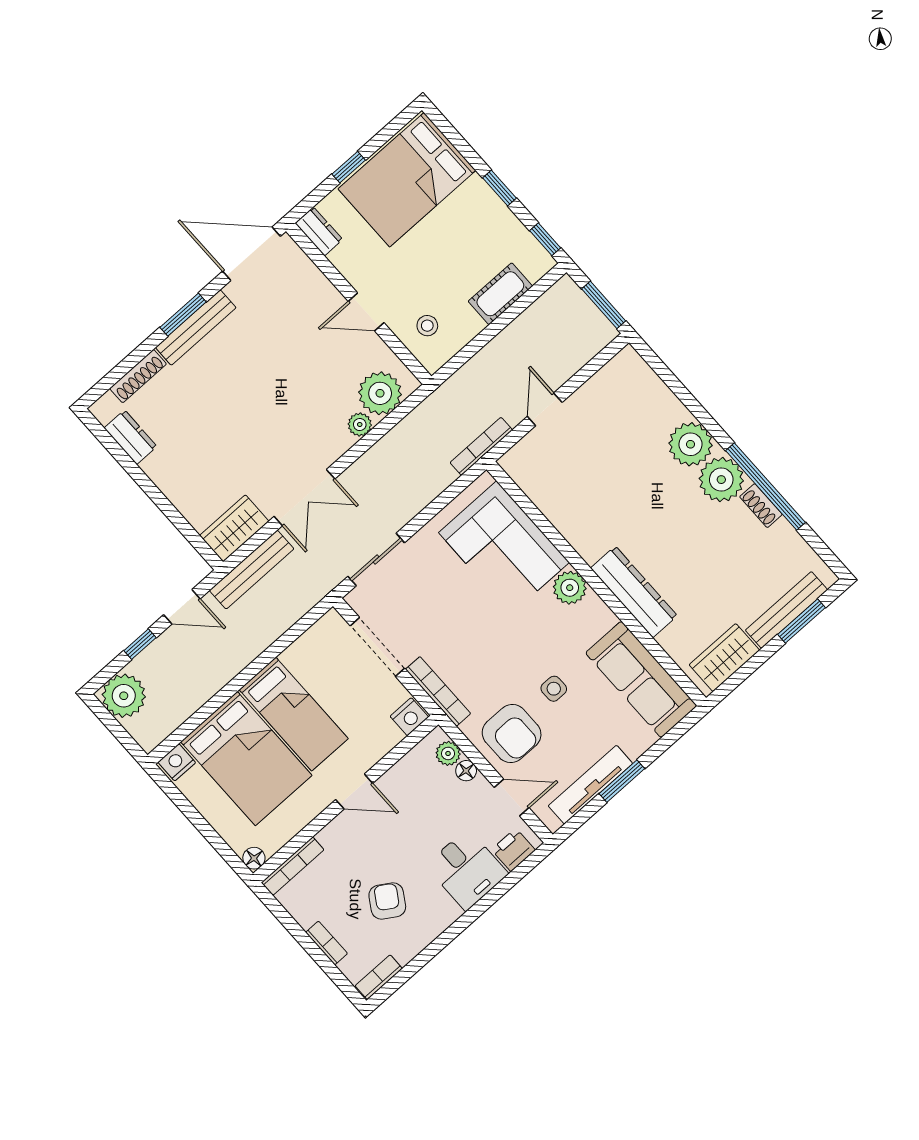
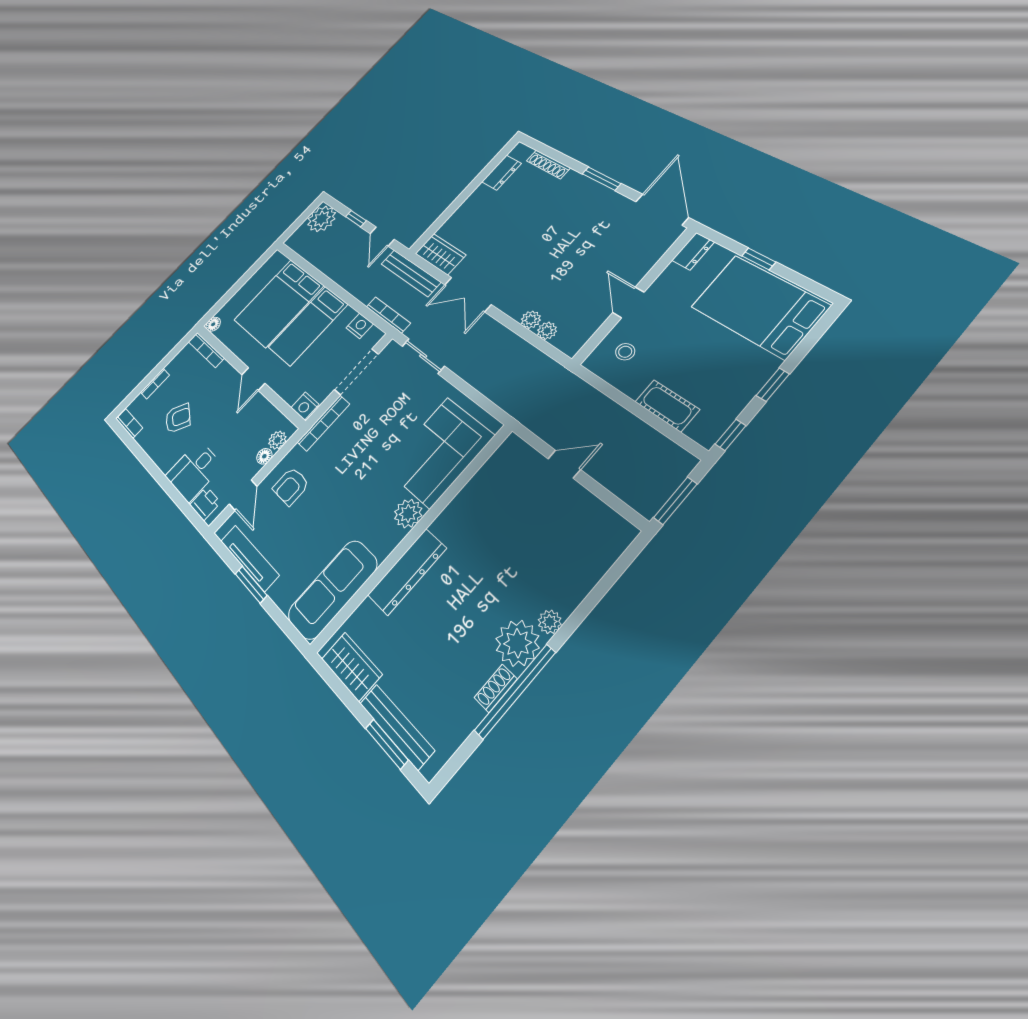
bench: (196, 328) -> (593, 189), removed
plant: (380, 393) -> (547, 331), width x0.53, depth x0.53
plant: (690, 444) -> (550, 622), width x0.53, depth x0.53
bookcase: (481, 446) -> (388, 315), moved
side table: (554, 689) -> (325, 514), removed
armchair: (512, 733) -> (291, 486), width x0.72, depth x0.72
nightstand: (177, 762) -> (360, 326), moved

